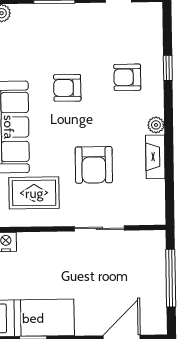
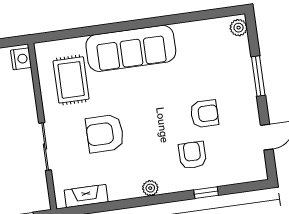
armchair: (67, 88) -> (204, 114), moved, turned 90
fireplace: (155, 157) -> (86, 196), moved

